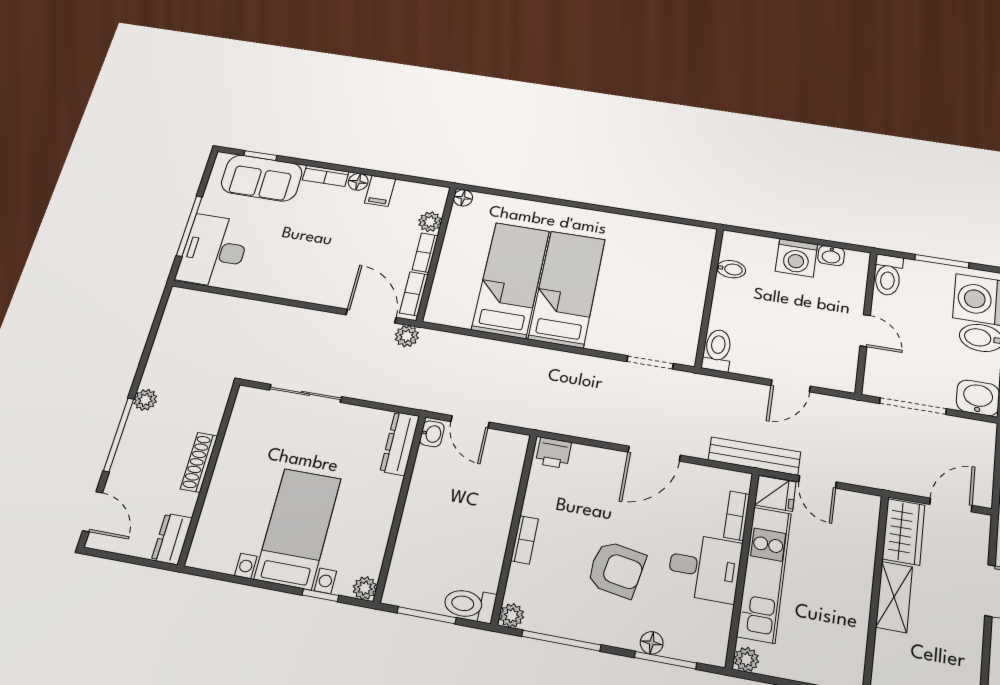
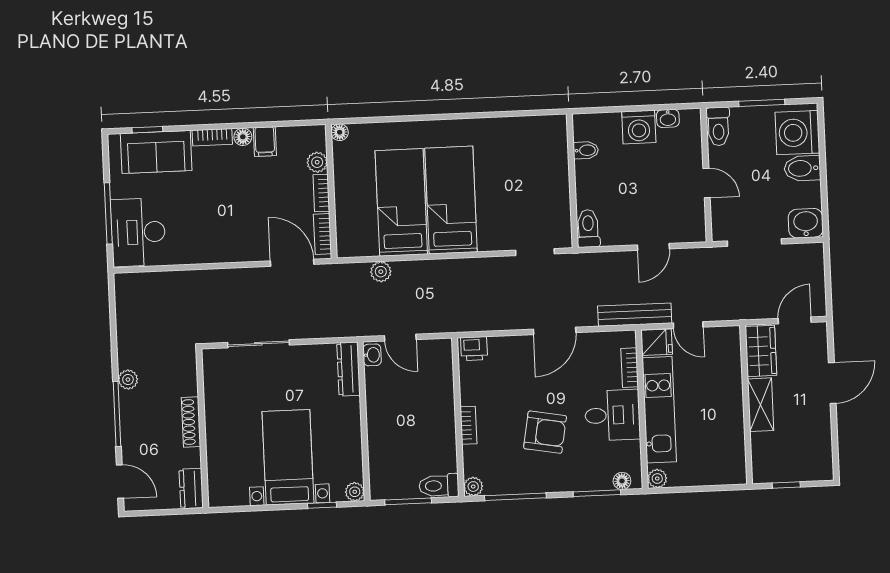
plant: (407, 336) -> (381, 272), moved
floor lamp: (652, 643) -> (622, 481), moved

